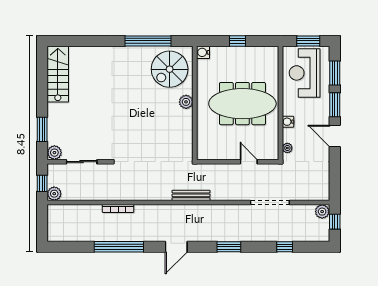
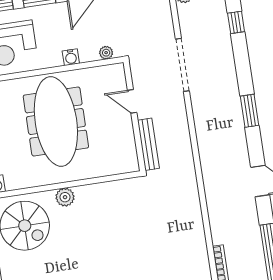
door: (249, 162) -> (132, 101), hinge flipped
bench: (191, 195) -> (148, 144), moved
window: (285, 247) -> (236, 22), moved

